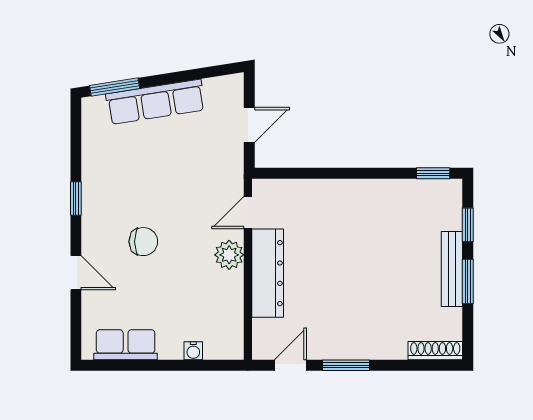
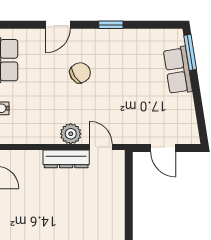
row of seats: (156, 102) -> (178, 70), width x0.68
chair: (143, 242) -> (80, 73), turned -123
dresser: (268, 273) -> (66, 159), width x0.73, depth x0.80

